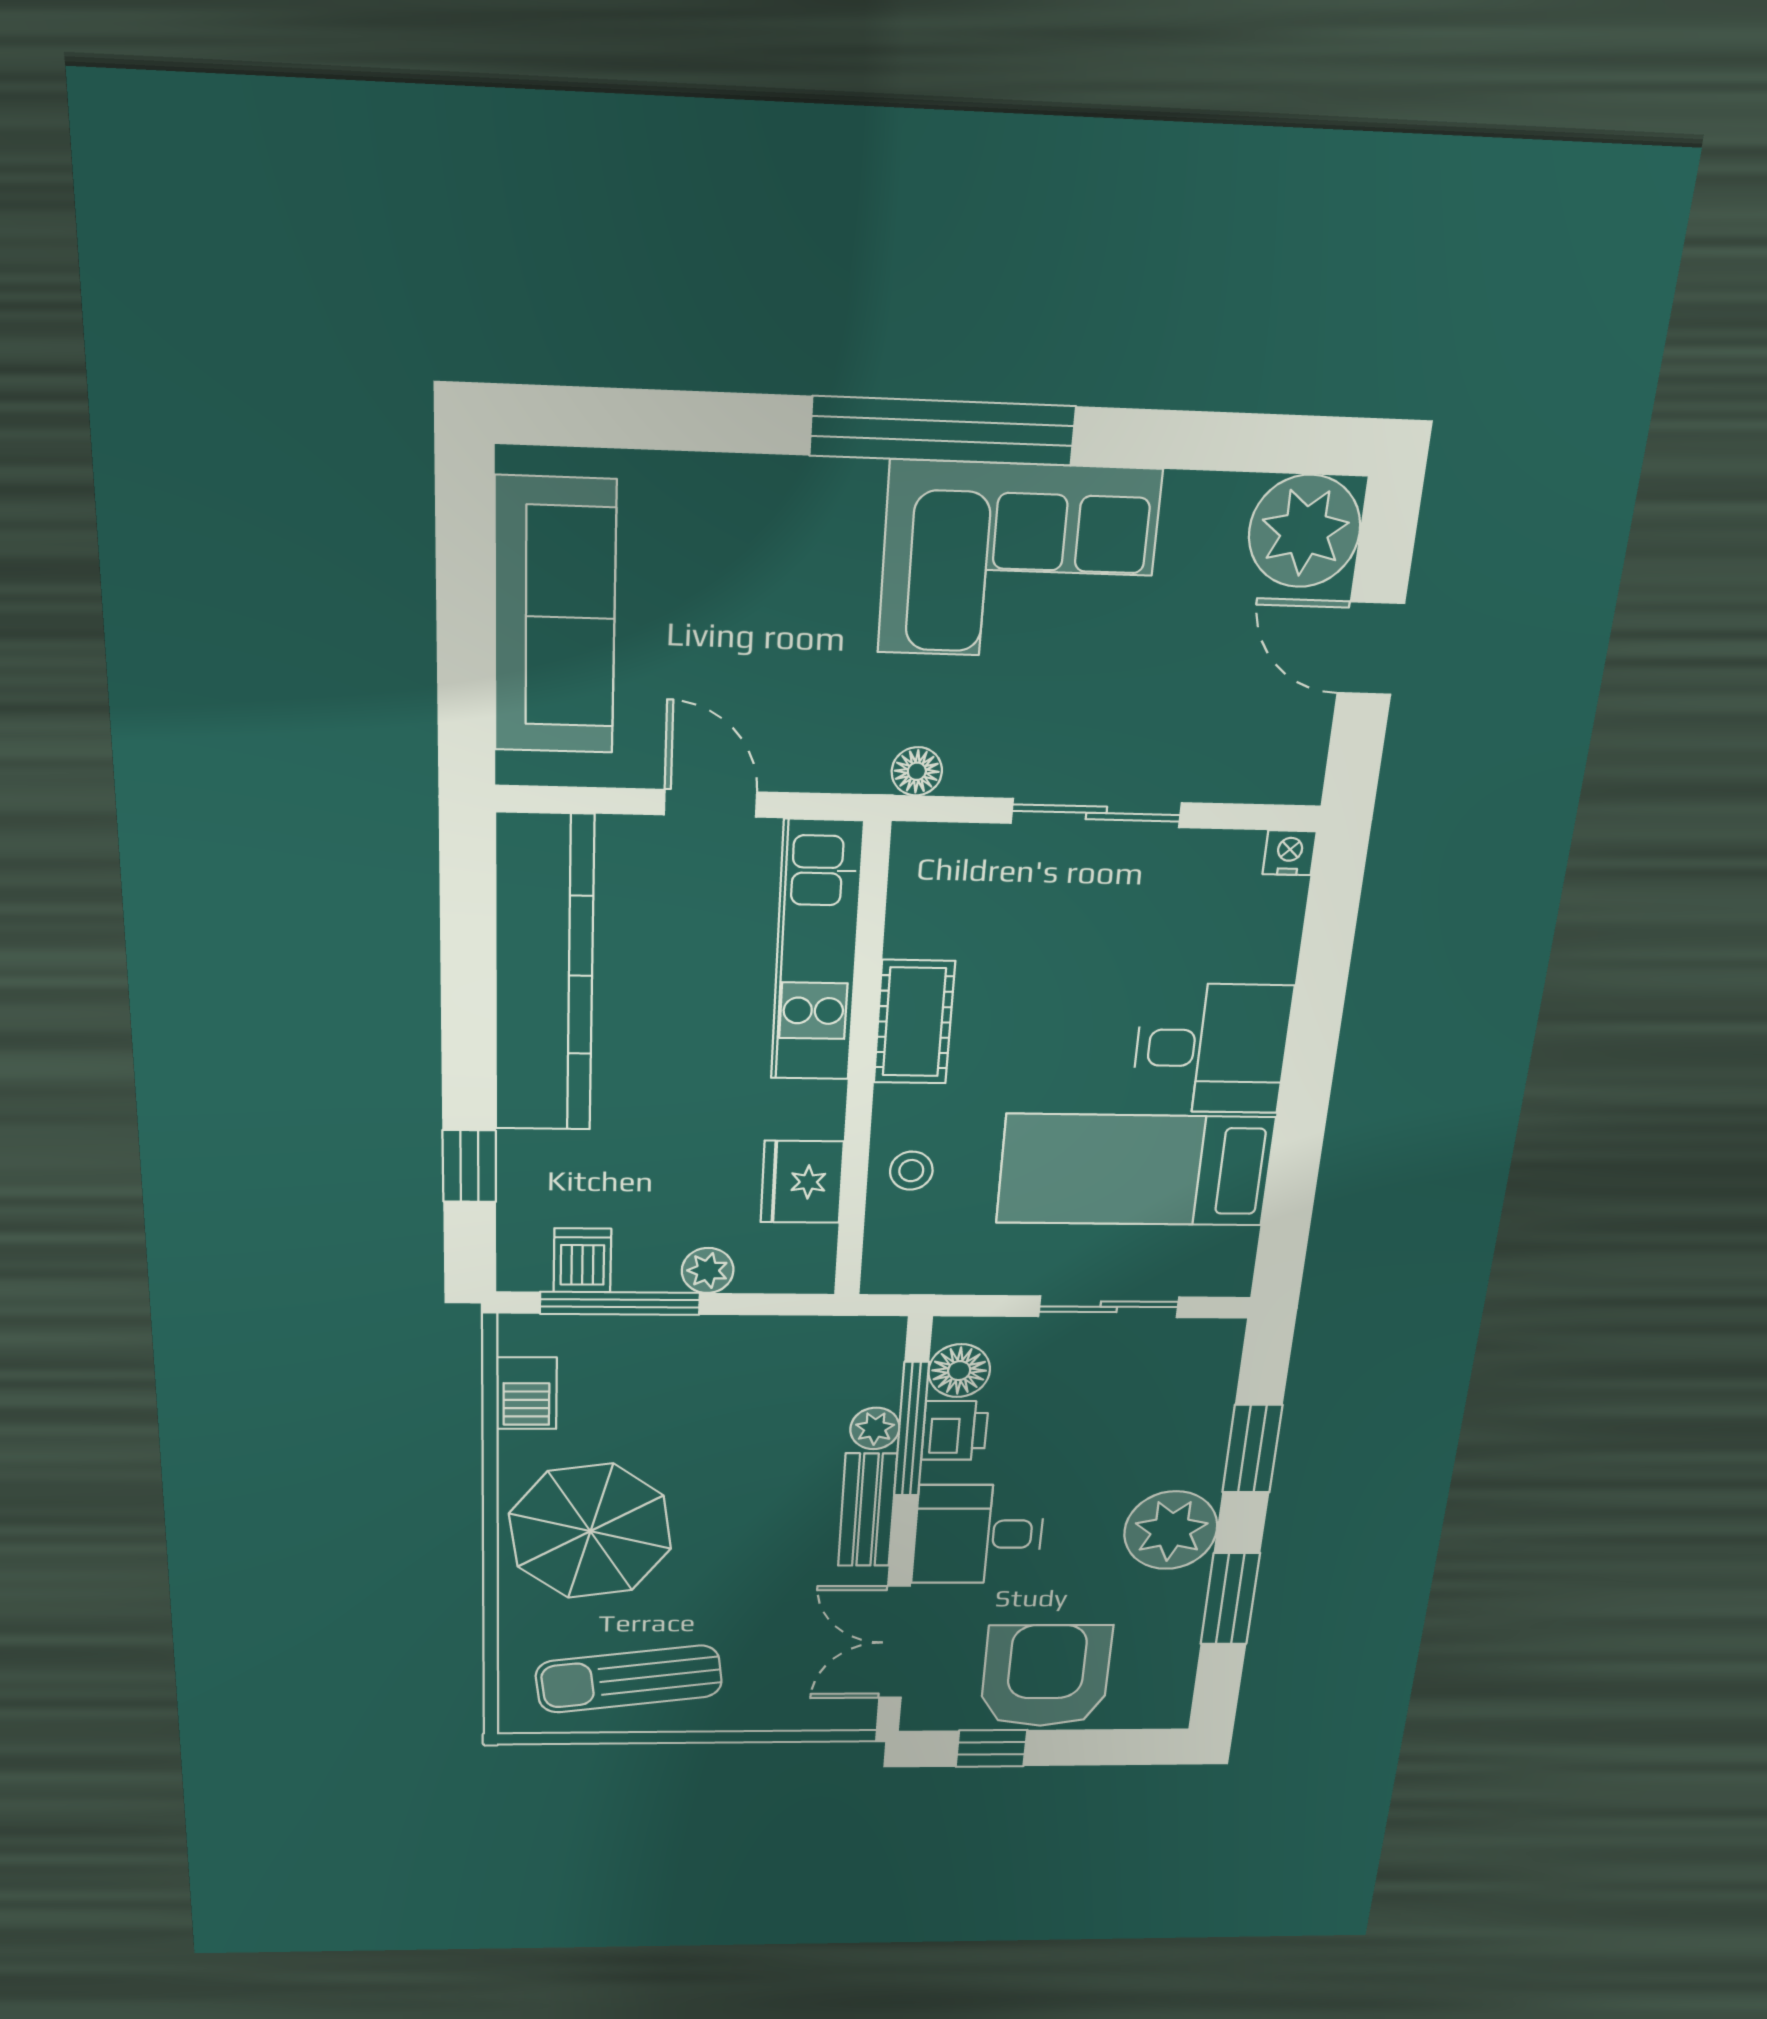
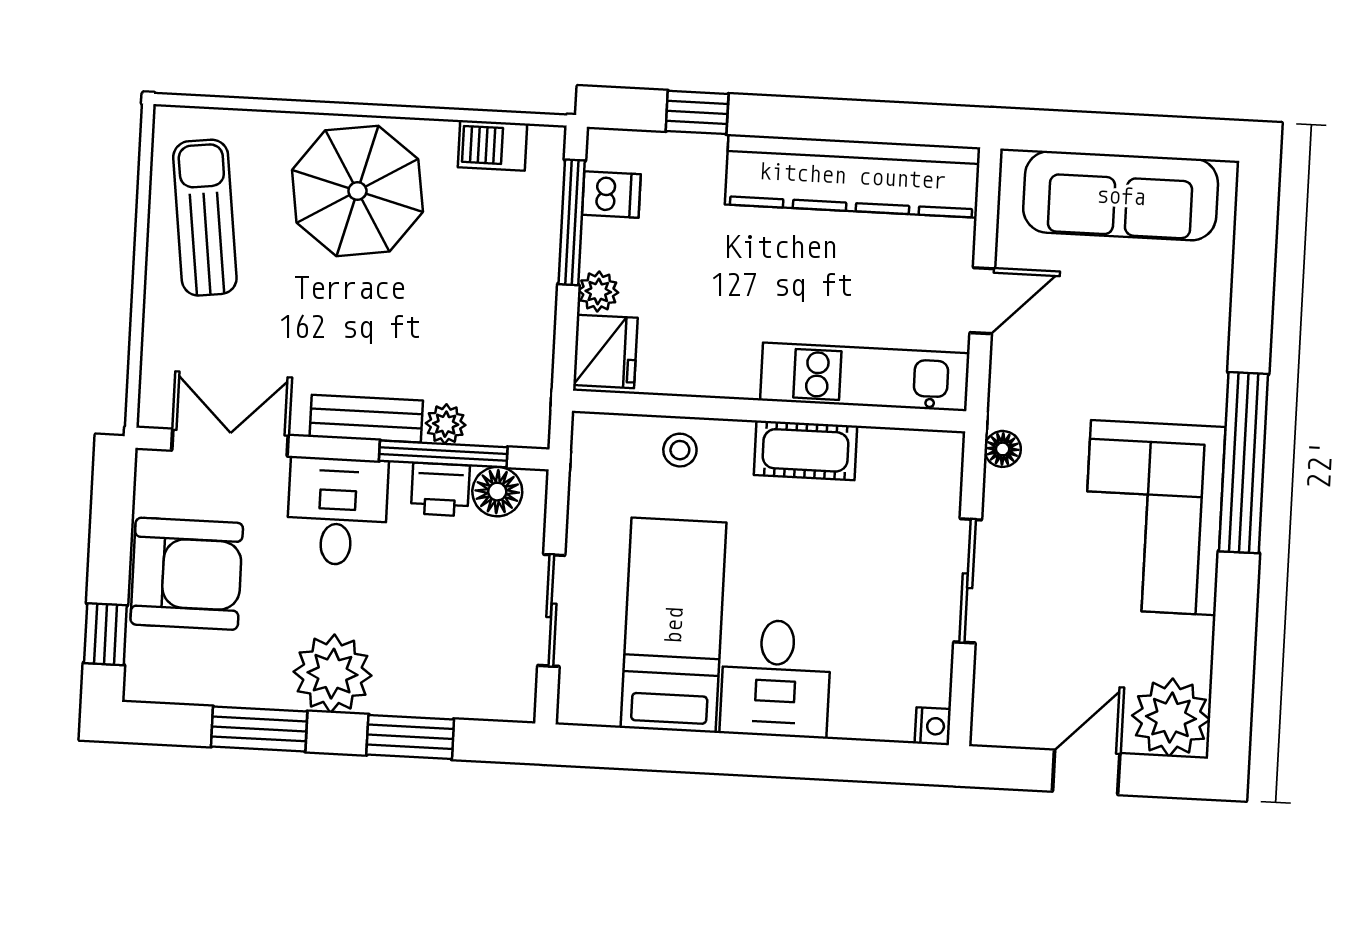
fridge: (802, 1182) -> (605, 351), moved, turned 90
window: (991, 1748) -> (105, 634), moved

